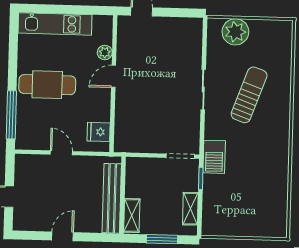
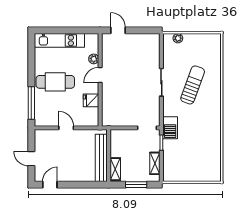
plant: (235, 32) -> (178, 38), width x0.53, depth x0.53
fridge: (99, 132) -> (91, 100), moved
door: (63, 236) -> (50, 185), moved

